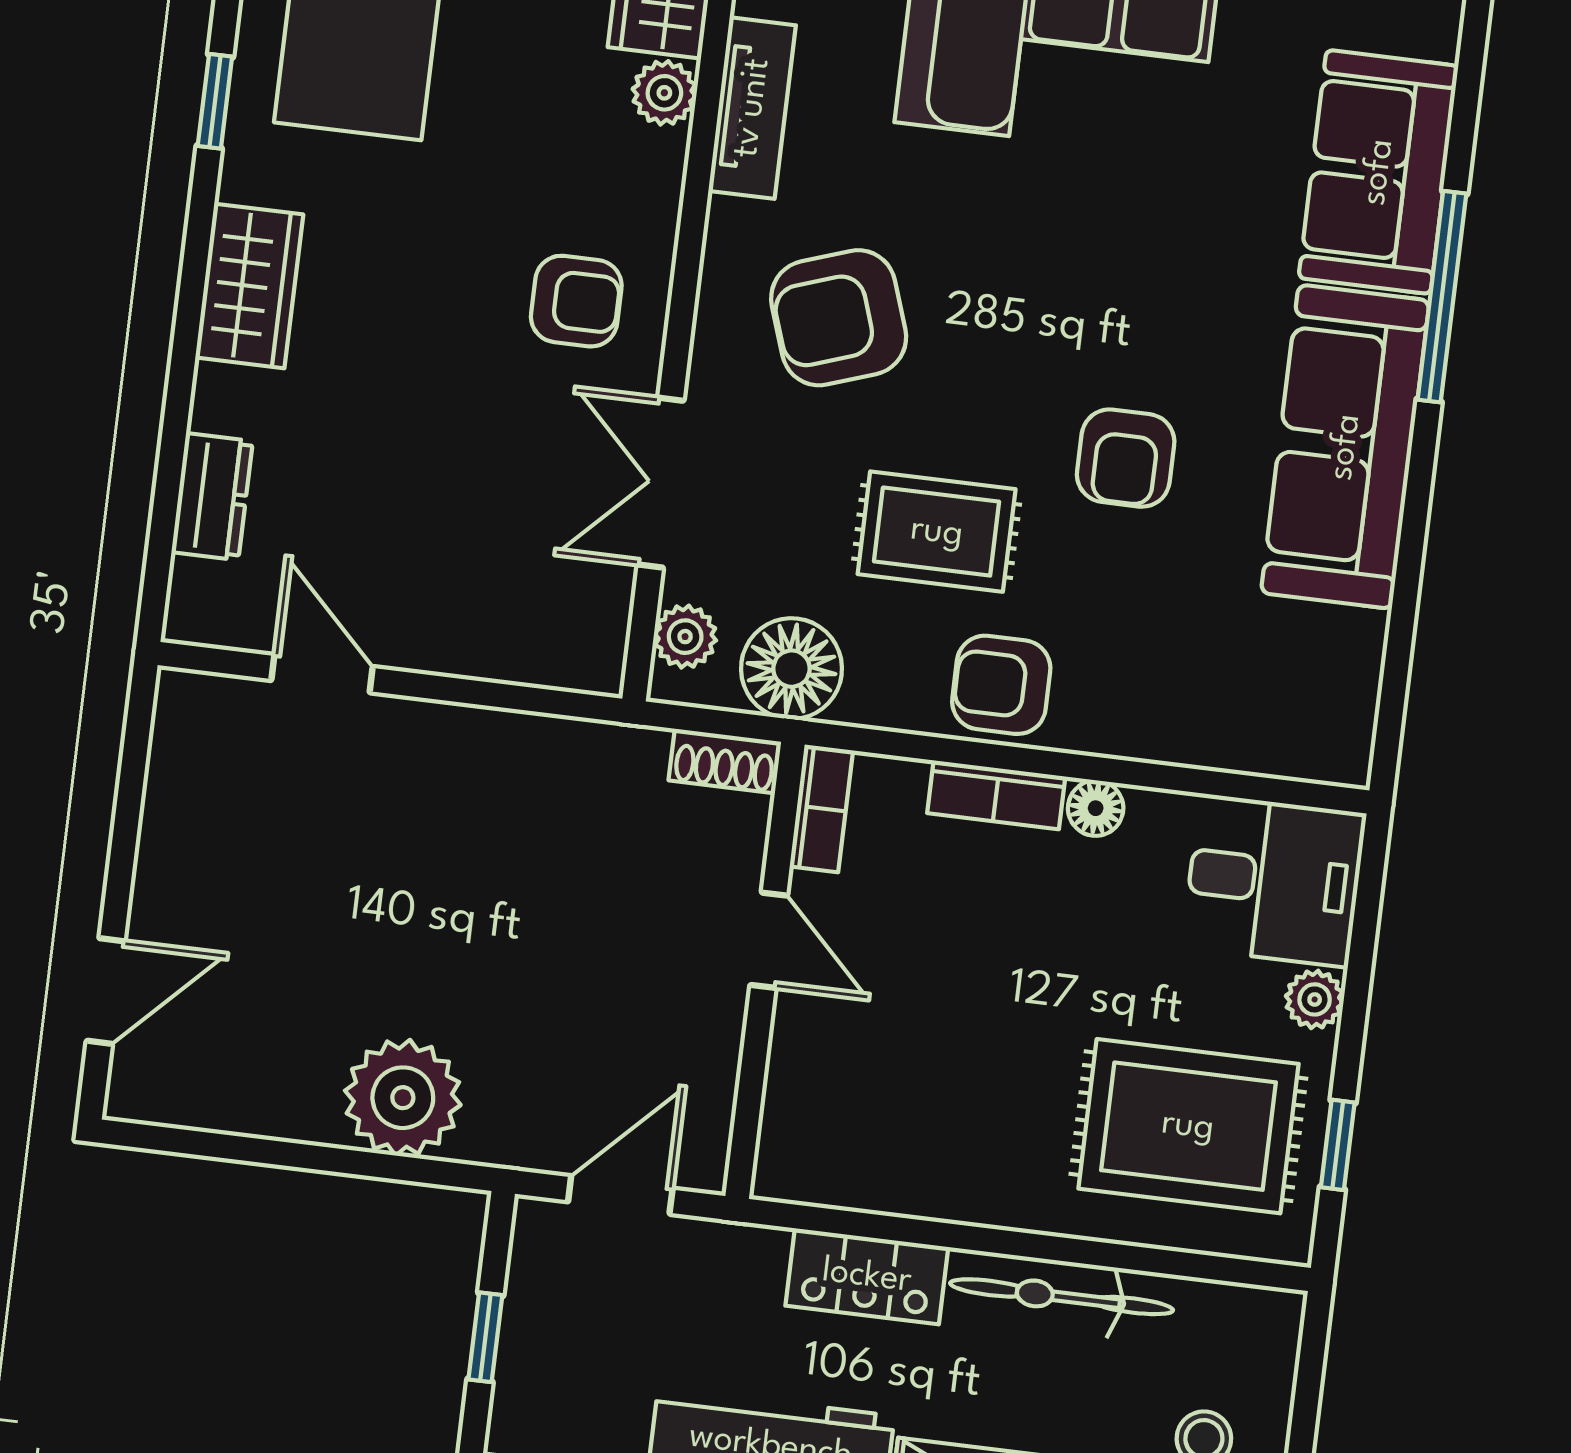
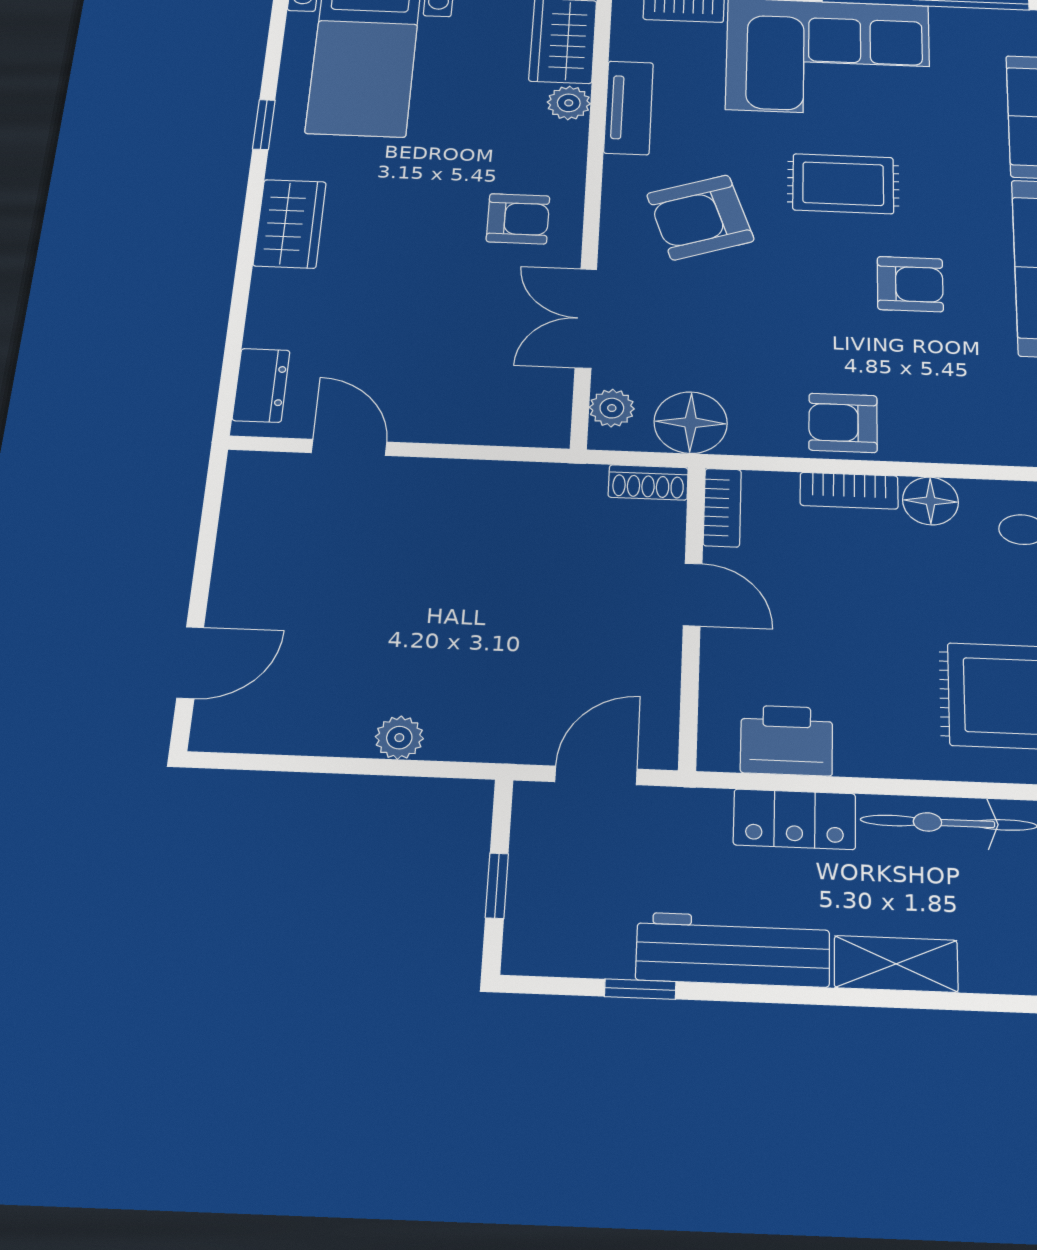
armchair: (1126, 458) -> (910, 284), turned -90
dresser: (212, 497) -> (261, 385), moved
rug: (937, 532) -> (843, 184), moved
floor lamp: (1096, 808) -> (930, 501), width x1.37, depth x1.37
plant: (403, 1098) -> (399, 738), width x0.53, depth x0.53
printer: (869, 1165) -> (787, 740), added

